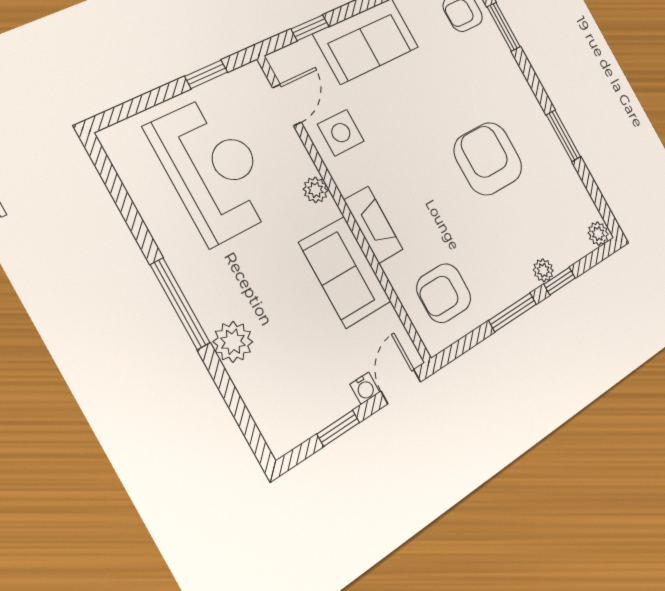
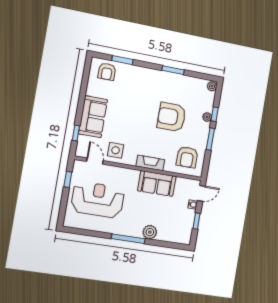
armchair: (488, 159) -> (172, 117), moved
plant: (316, 190) -> (127, 173), removed
door: (401, 387) -> (201, 193), swing flipped

